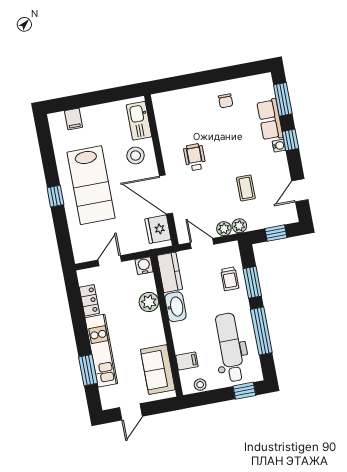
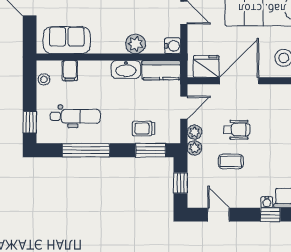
wheelchair: (195, 157) -> (237, 130), moved
window: (252, 282) -> (151, 150), moved
dental chair: (230, 347) -> (75, 116), width x0.73, depth x0.72

